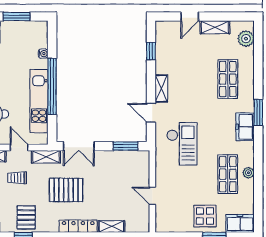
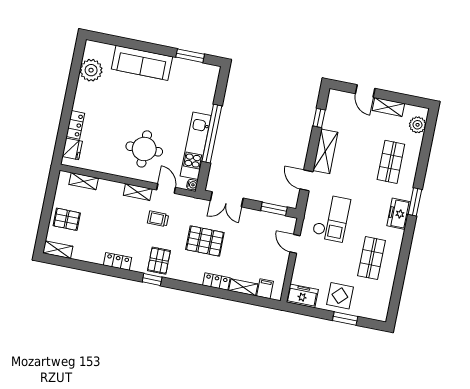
door: (190, 17) -> (365, 91), hinge flipped
water cooler: (43, 54) -> (192, 185), moved
shelving: (161, 88) -> (325, 151), width x1.50, depth x1.33
shelving: (46, 157) -> (191, 203), removed
plant: (248, 173) -> (393, 261), removed
door: (152, 196) -> (295, 244), moved
freezer: (240, 223) -> (302, 296), moved
filing cabinet: (132, 224) -> (265, 289), added
locker: (78, 226) -> (216, 281), width x0.66

